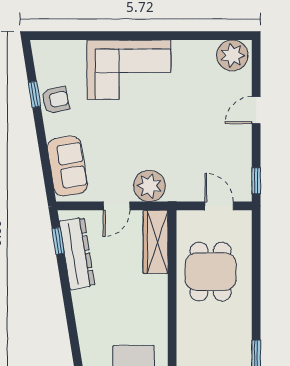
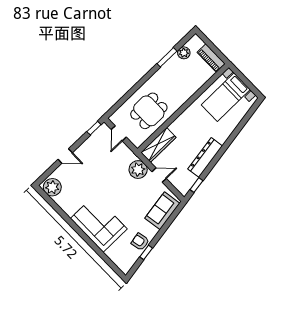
dresser: (77, 253) -> (205, 157), moved

